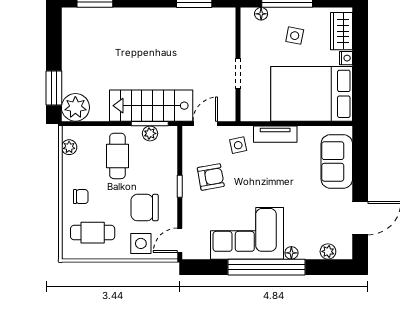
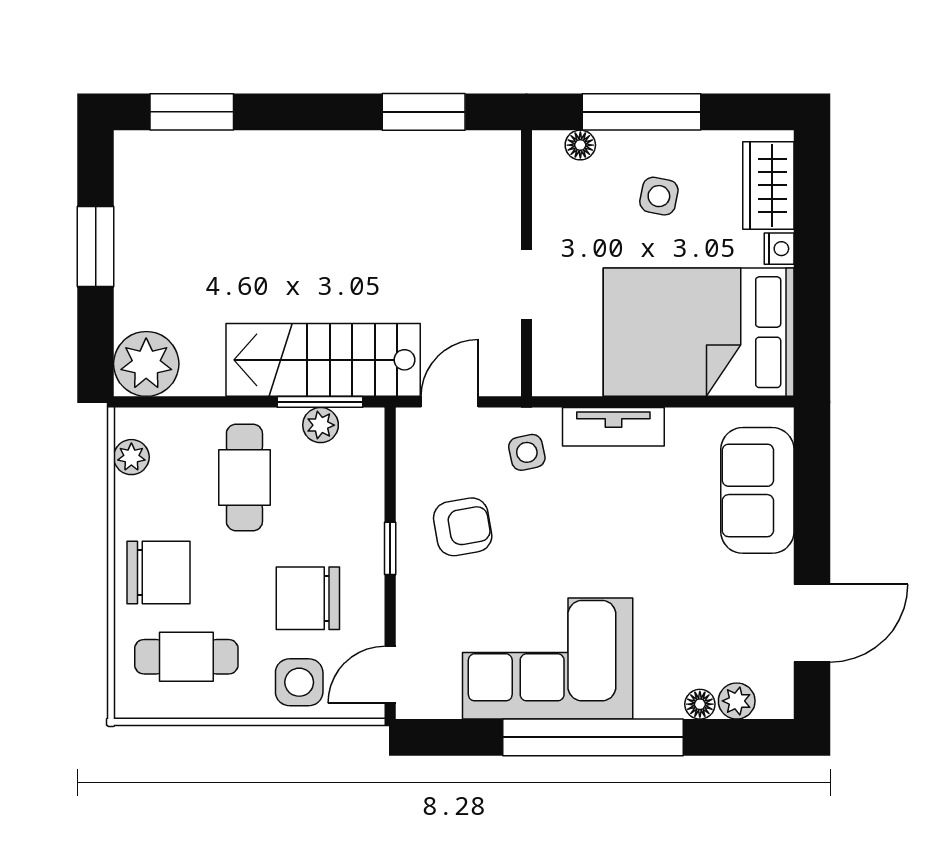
window: (54, 88) -> (96, 246), moved
chair: (81, 197) -> (159, 572), width x1.87, depth x1.87
floor lamp: (291, 253) -> (700, 704), moved

